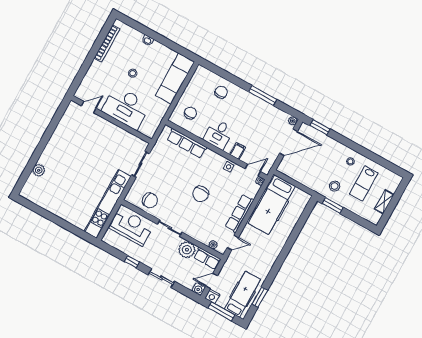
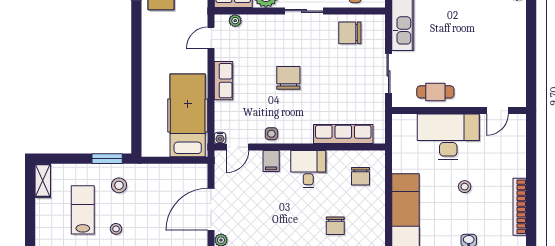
cafe table: (119, 138) -> (435, 92), added
shelving: (384, 202) -> (43, 180), moved
row of seats: (239, 213) -> (223, 81), width x0.68

